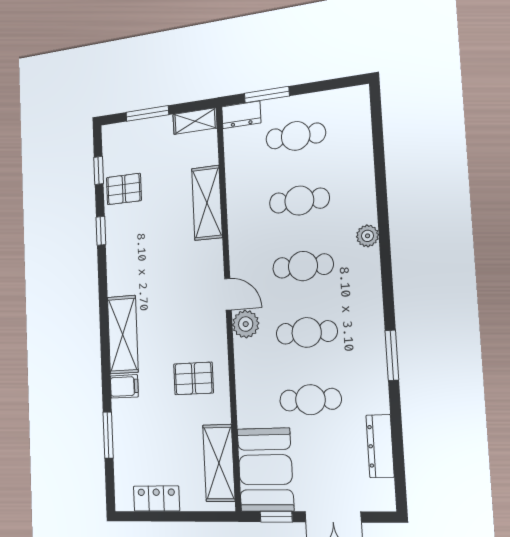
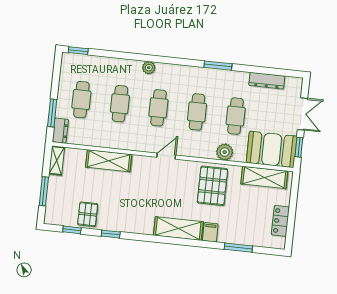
window: (376, 110) -> (78, 51), added
plant: (246, 324) -> (225, 152), moved
pallet: (193, 378) -> (212, 186), width x1.50, depth x1.42

